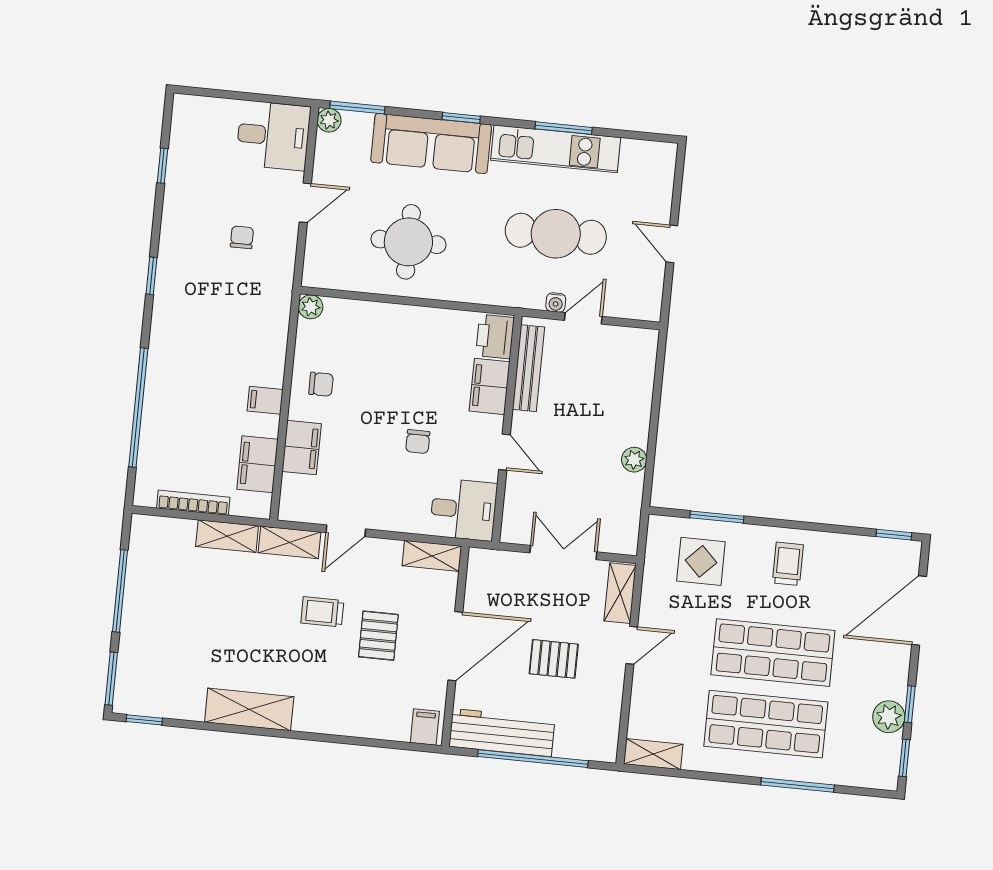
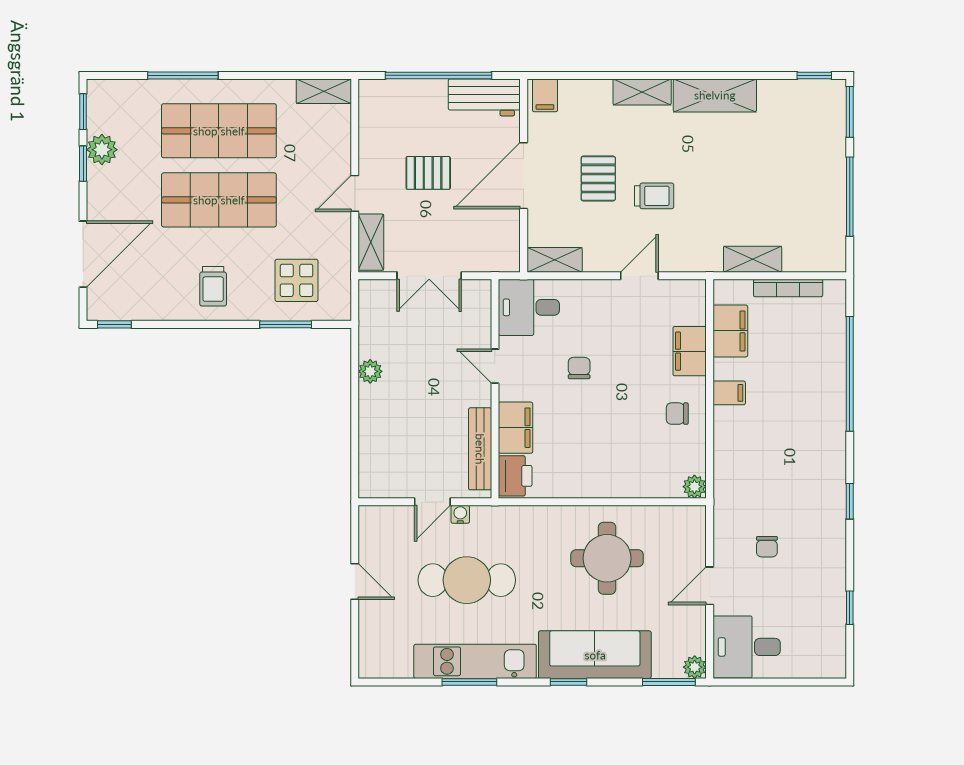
shelving: (290, 542) -> (642, 92), moved
workbench: (502, 733) -> (484, 97), width x0.73

